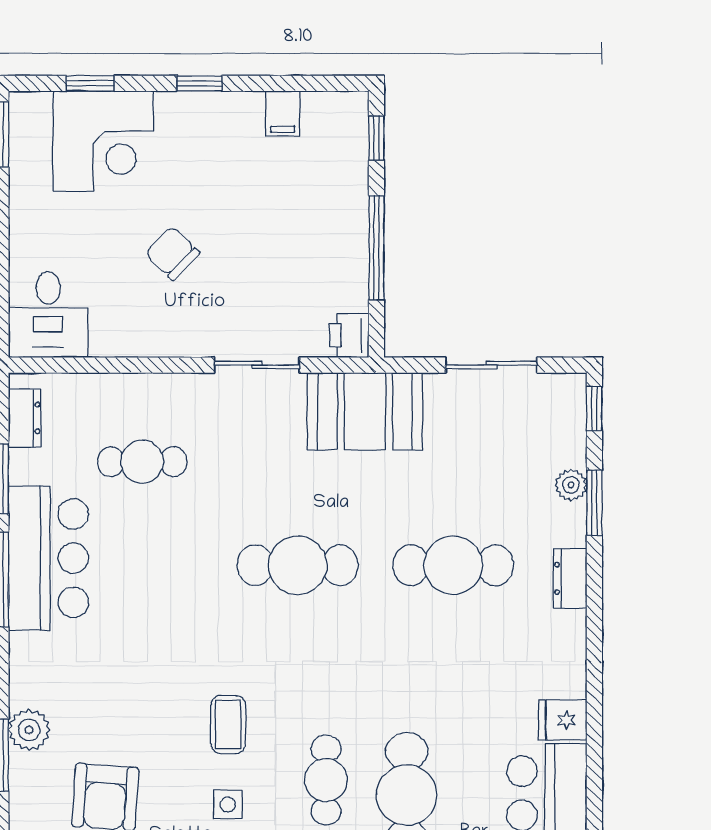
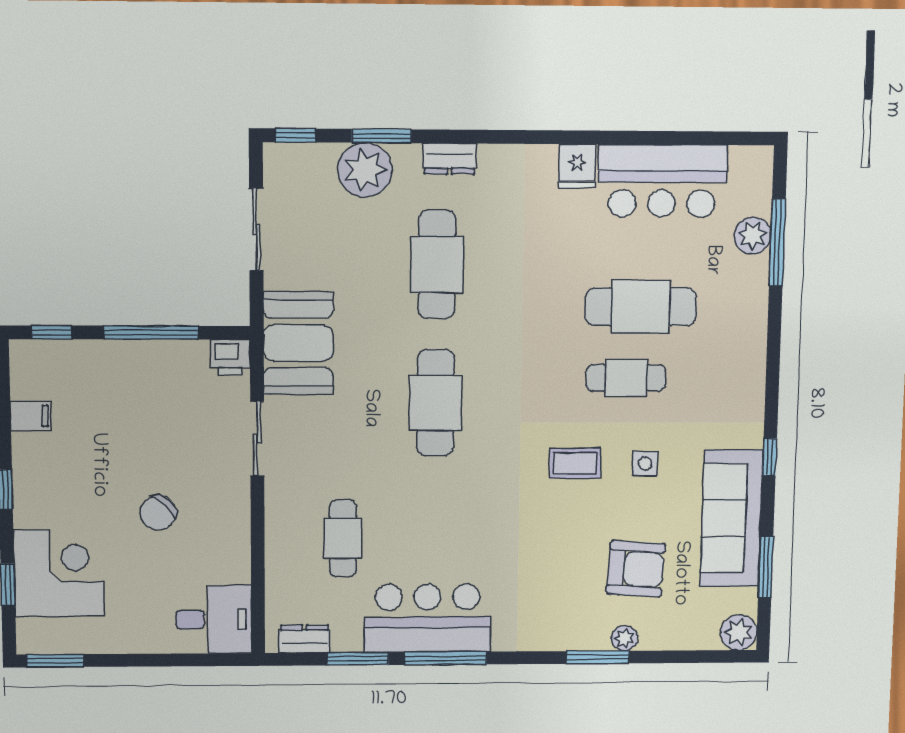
plant: (571, 485) -> (365, 170), width x1.87, depth x1.87
plant: (29, 730) -> (625, 638), moved, width x0.73, depth x0.73

